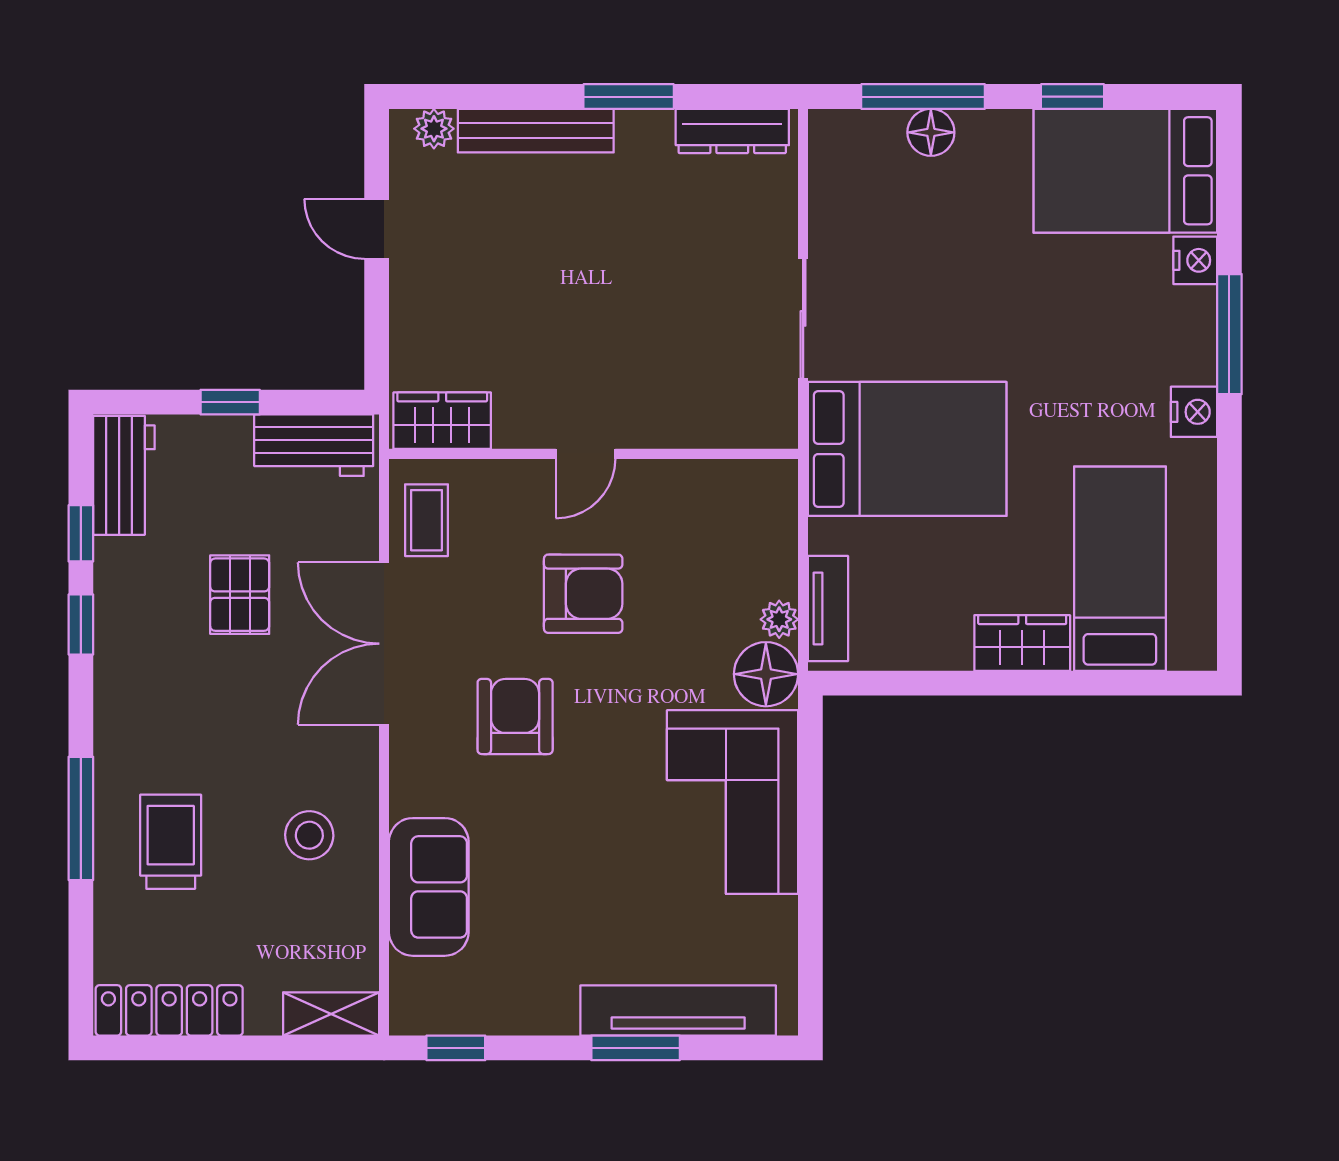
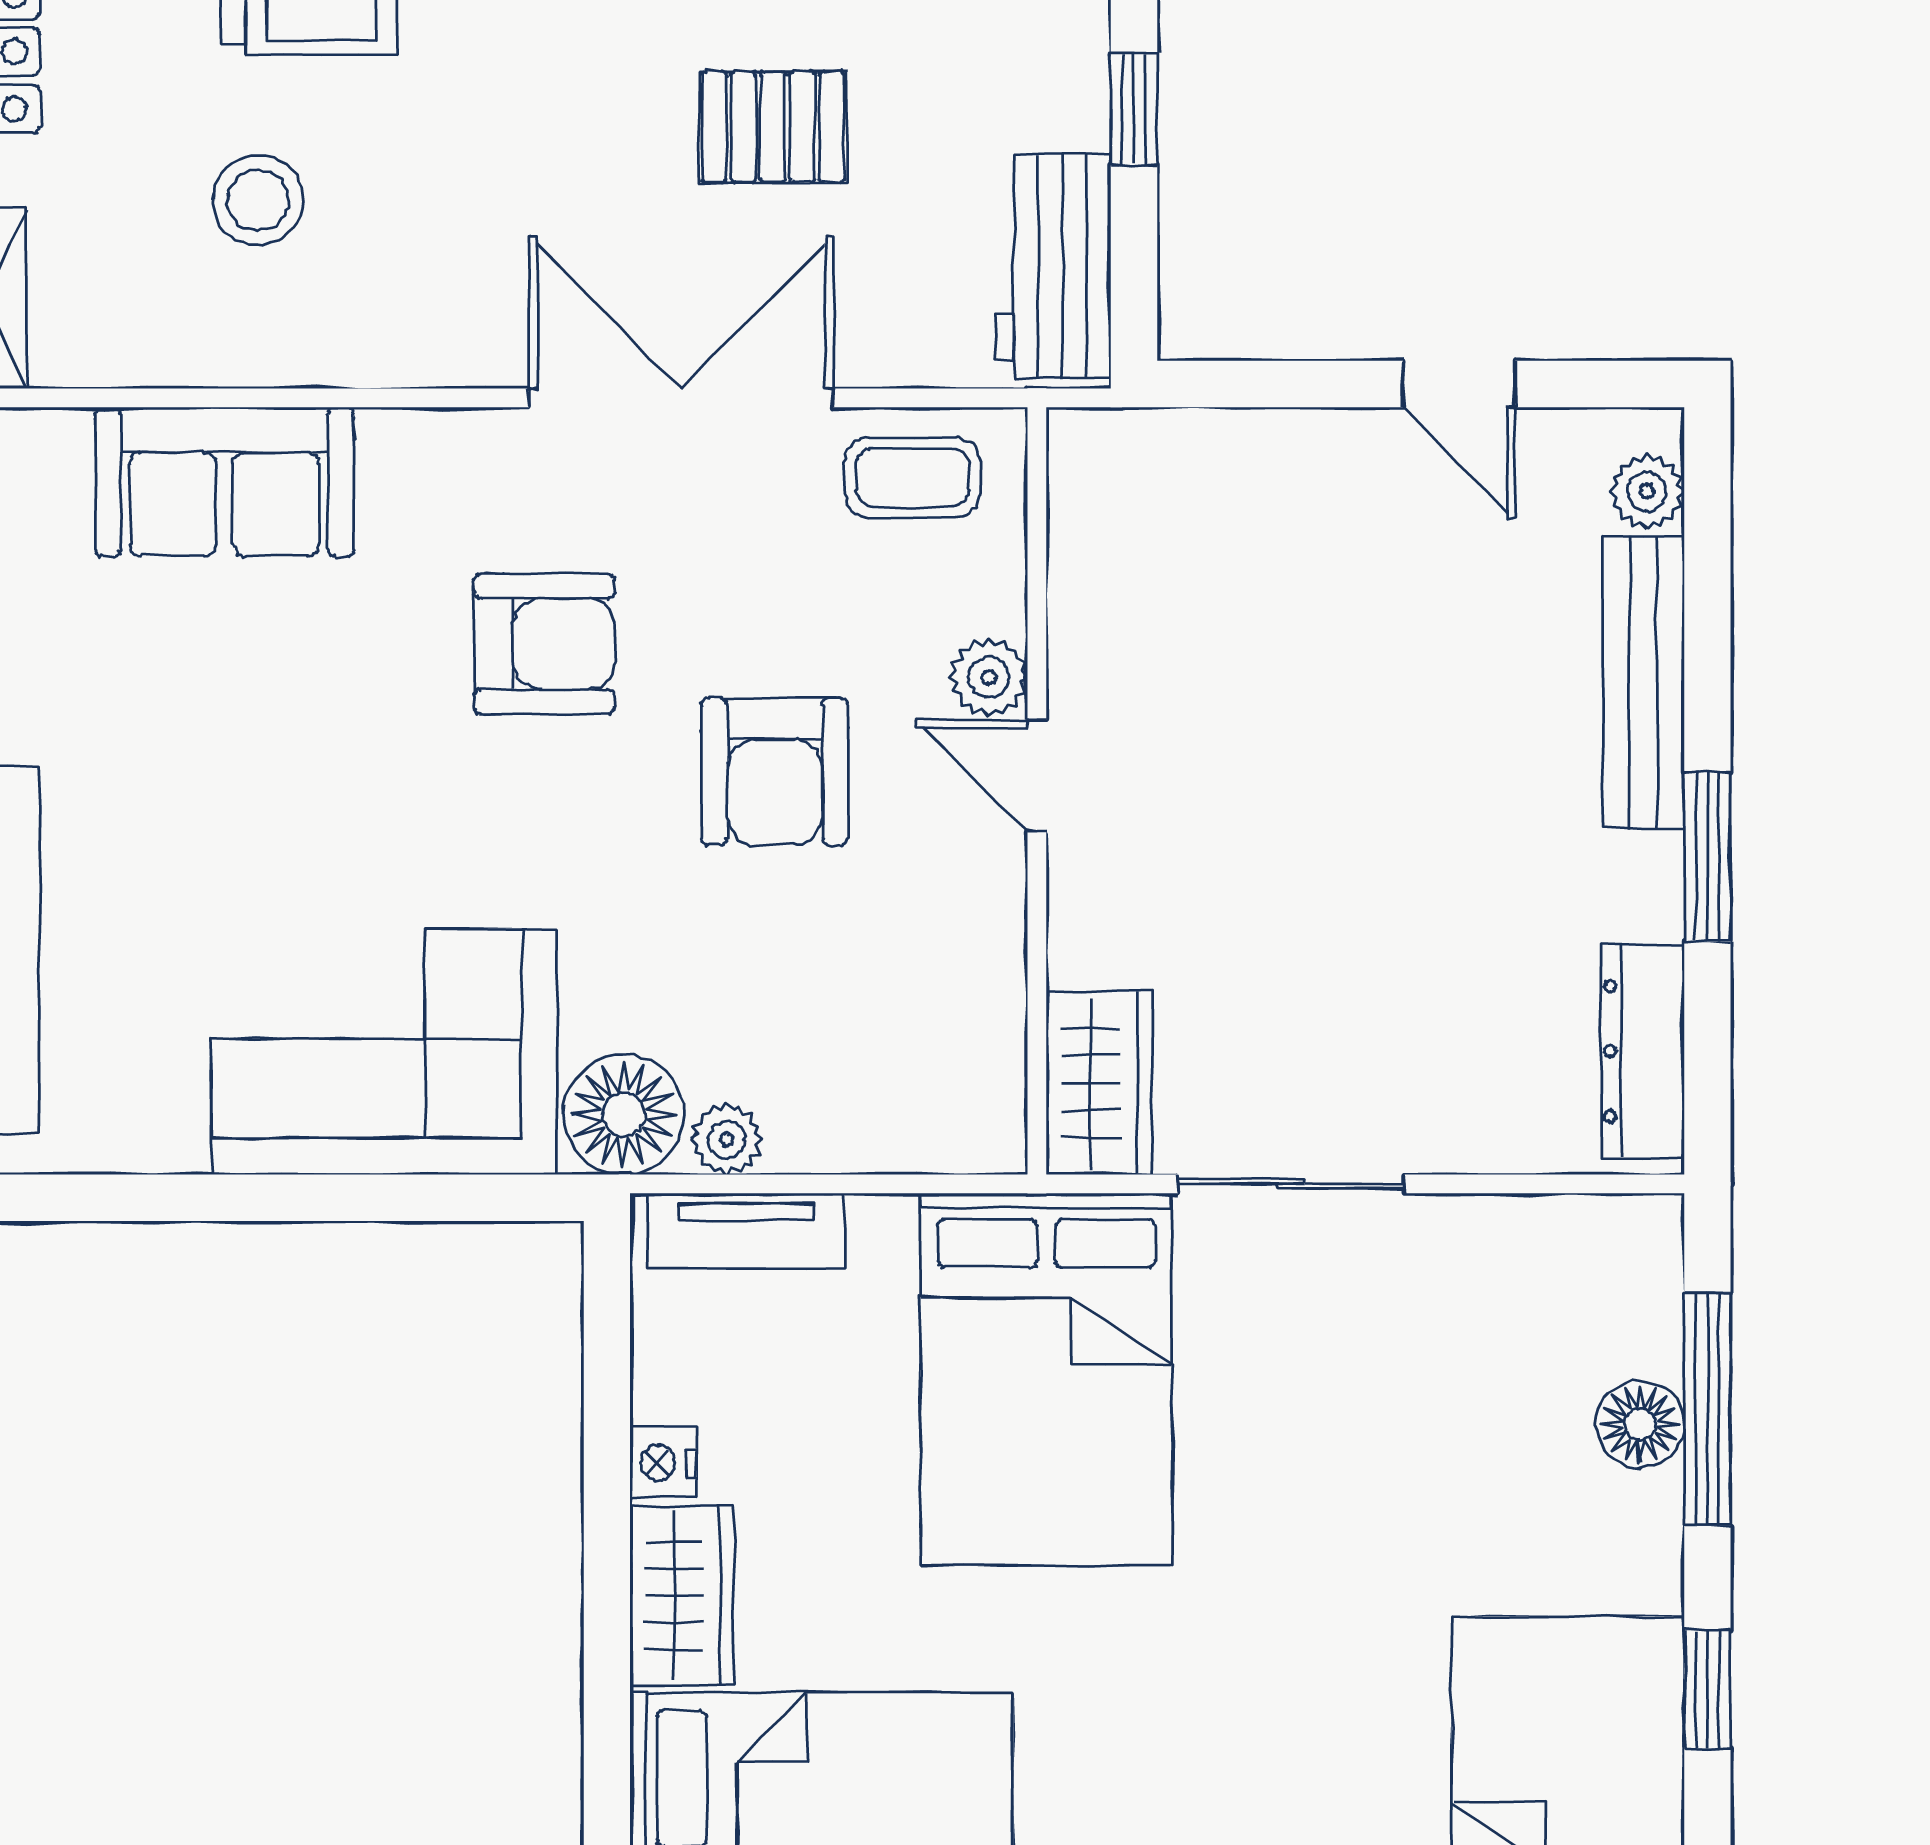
door: (377, 229) -> (1459, 384), swing flipped
wardrobe: (442, 421) -> (1099, 1083), moved
plant: (533, 480) -> (989, 677), added
nightstand: (952, 653) -> (663, 1463), added
stool: (309, 835) -> (258, 200), moved

